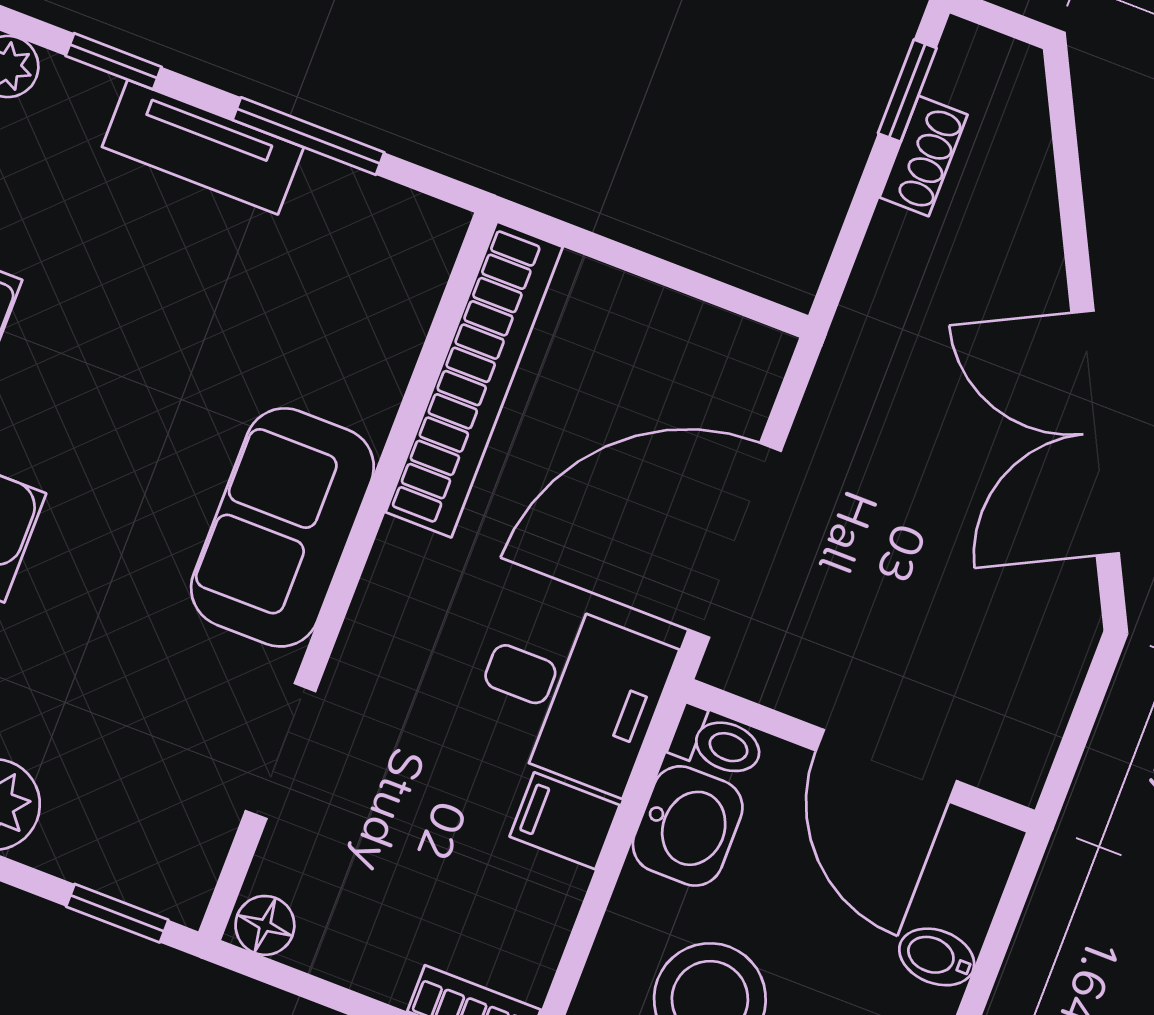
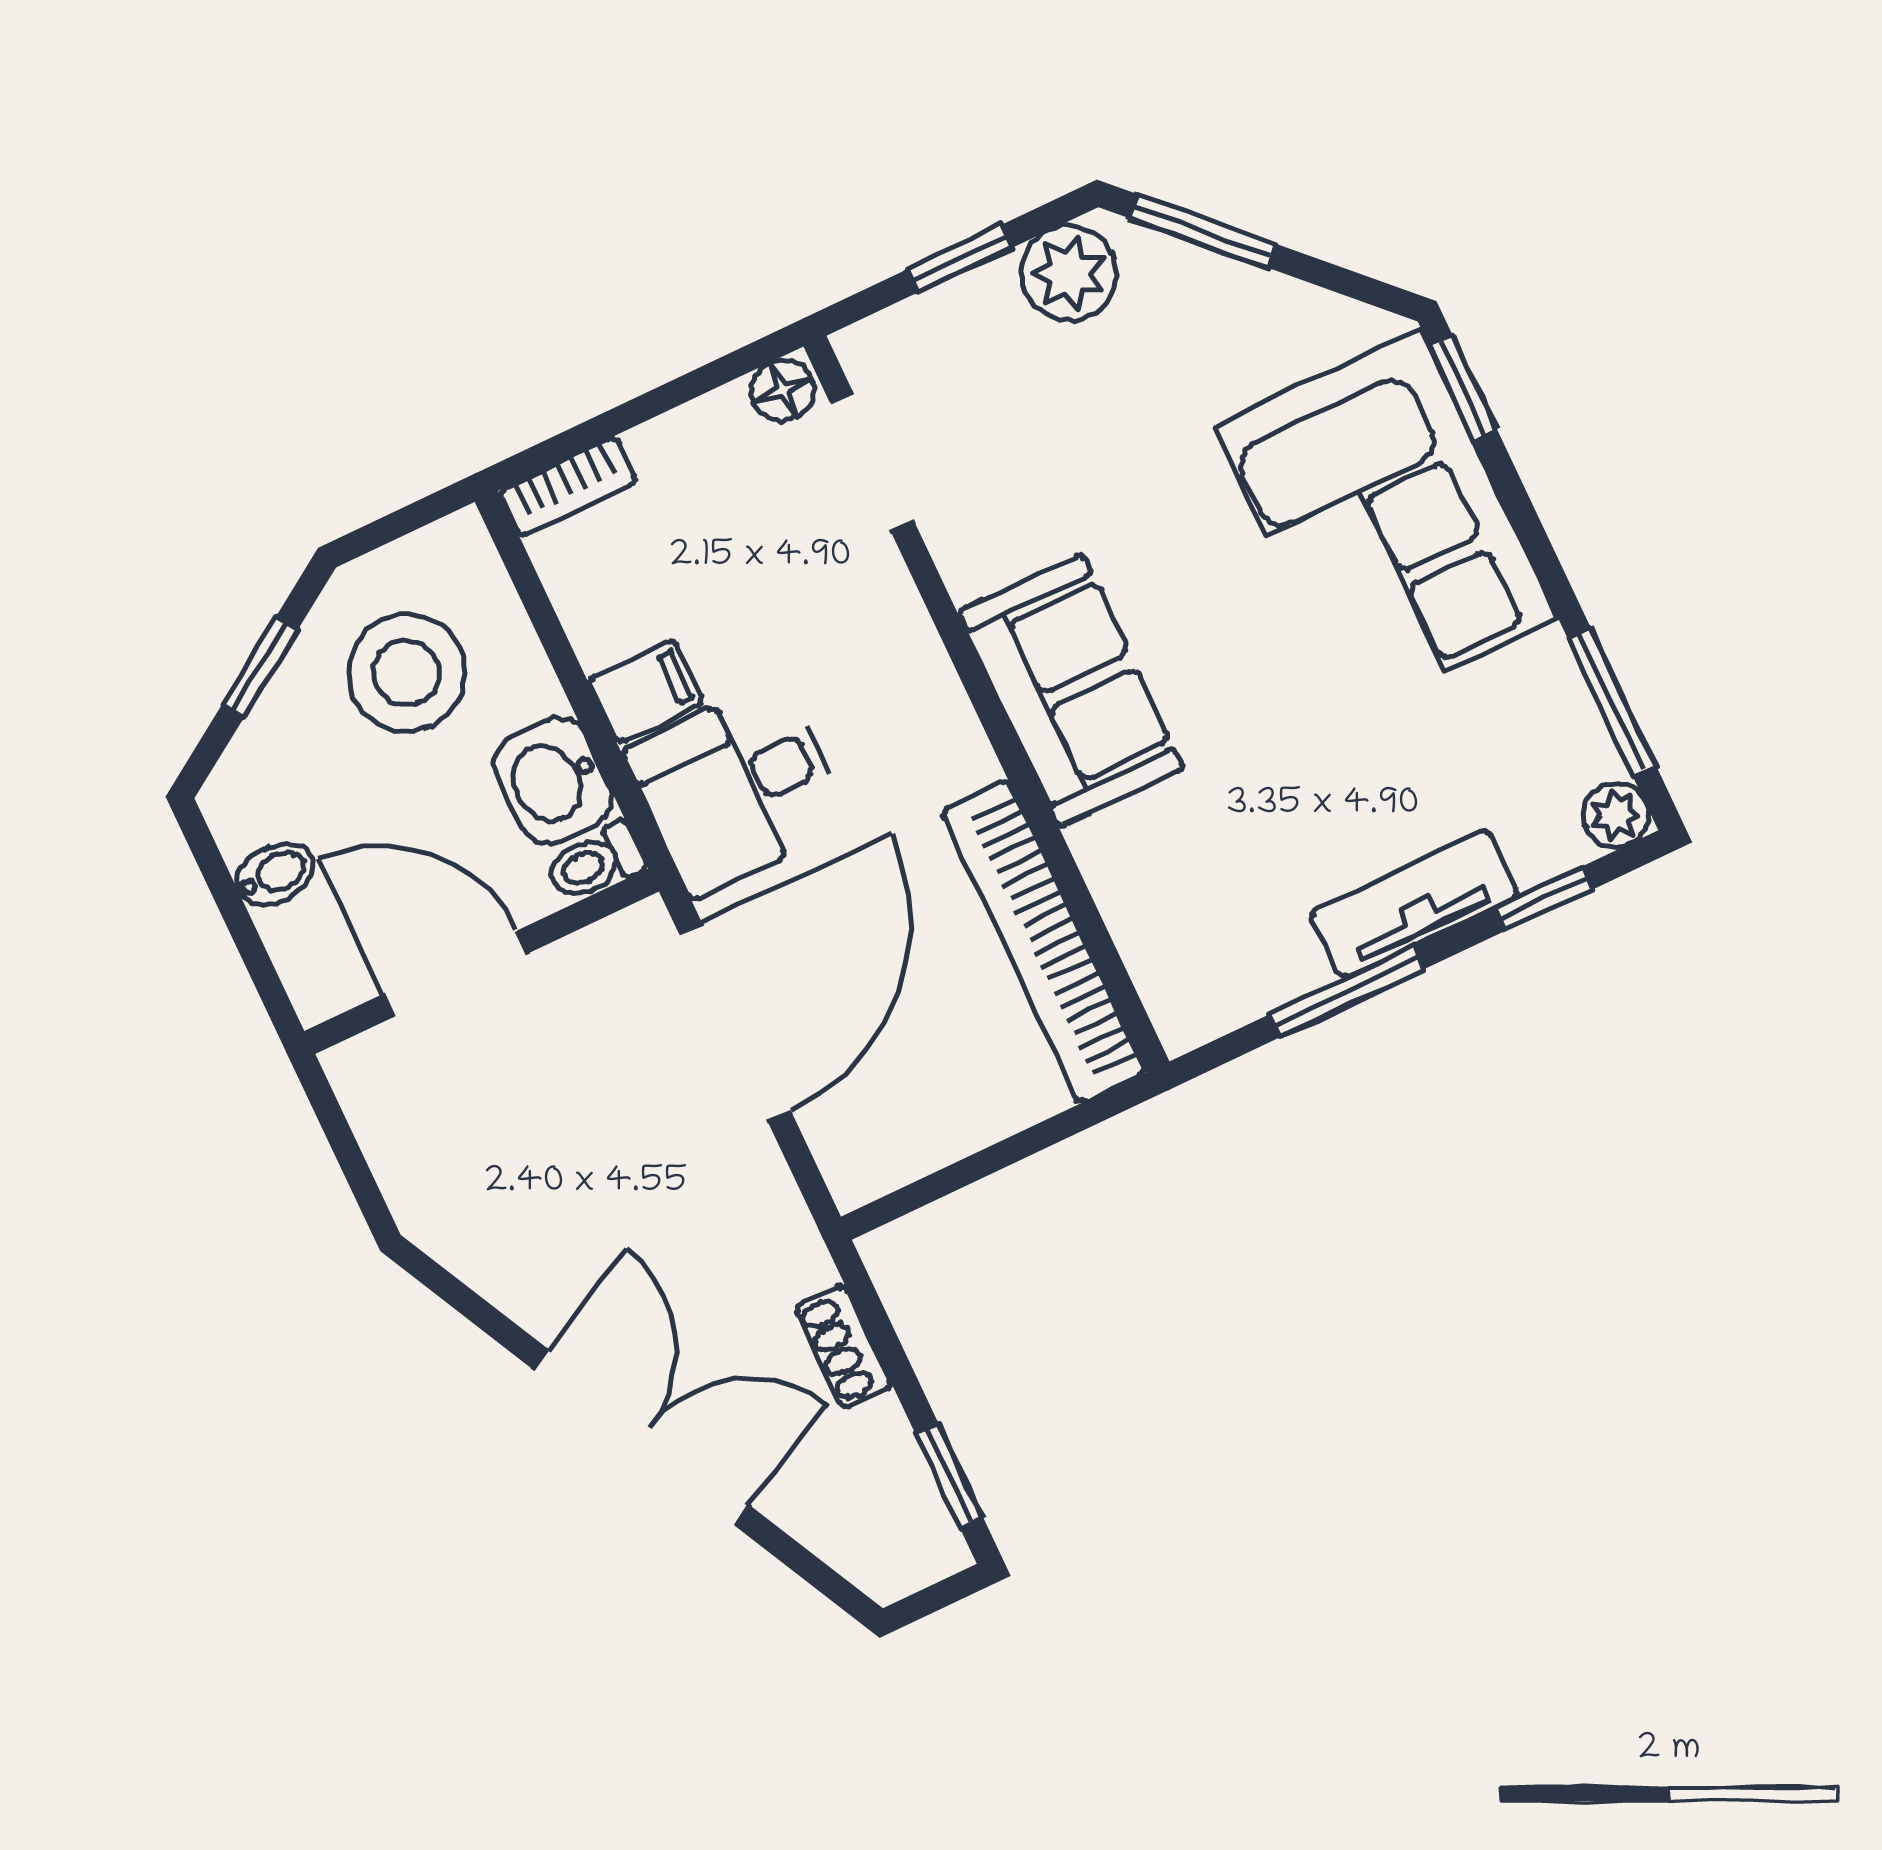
shoe rack: (924, 156) -> (844, 1347), moved
double door: (1095, 433) -> (642, 1437), moved
doorway: (281, 751) -> (872, 462), moved
window: (117, 913) -> (960, 258), moved

